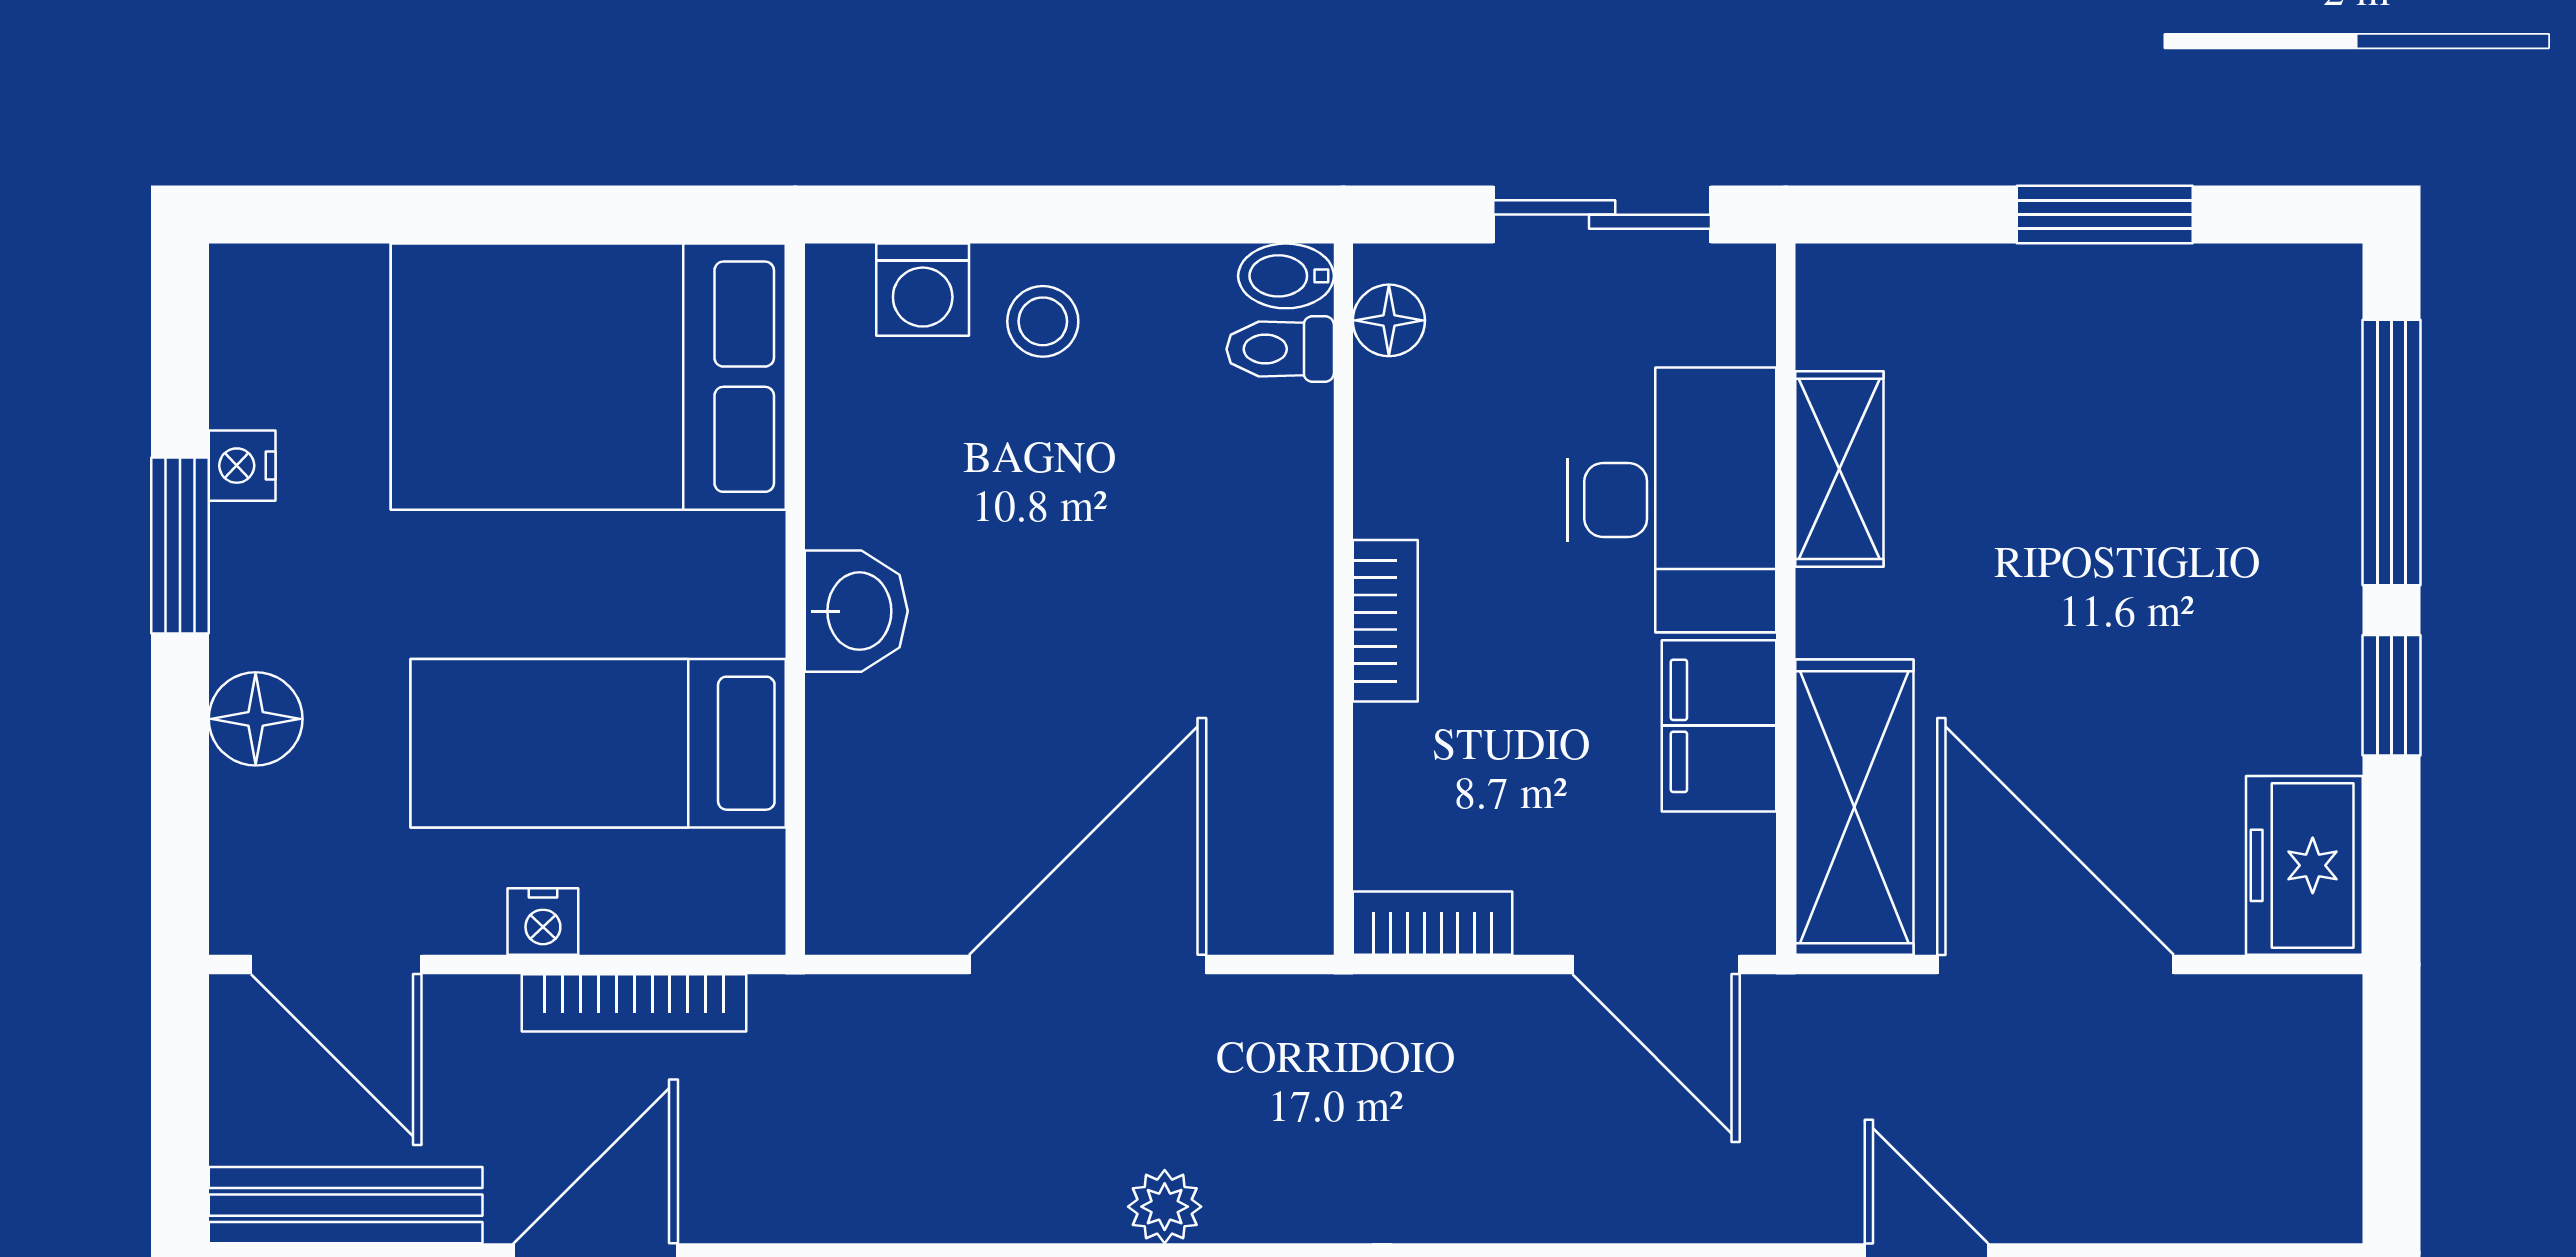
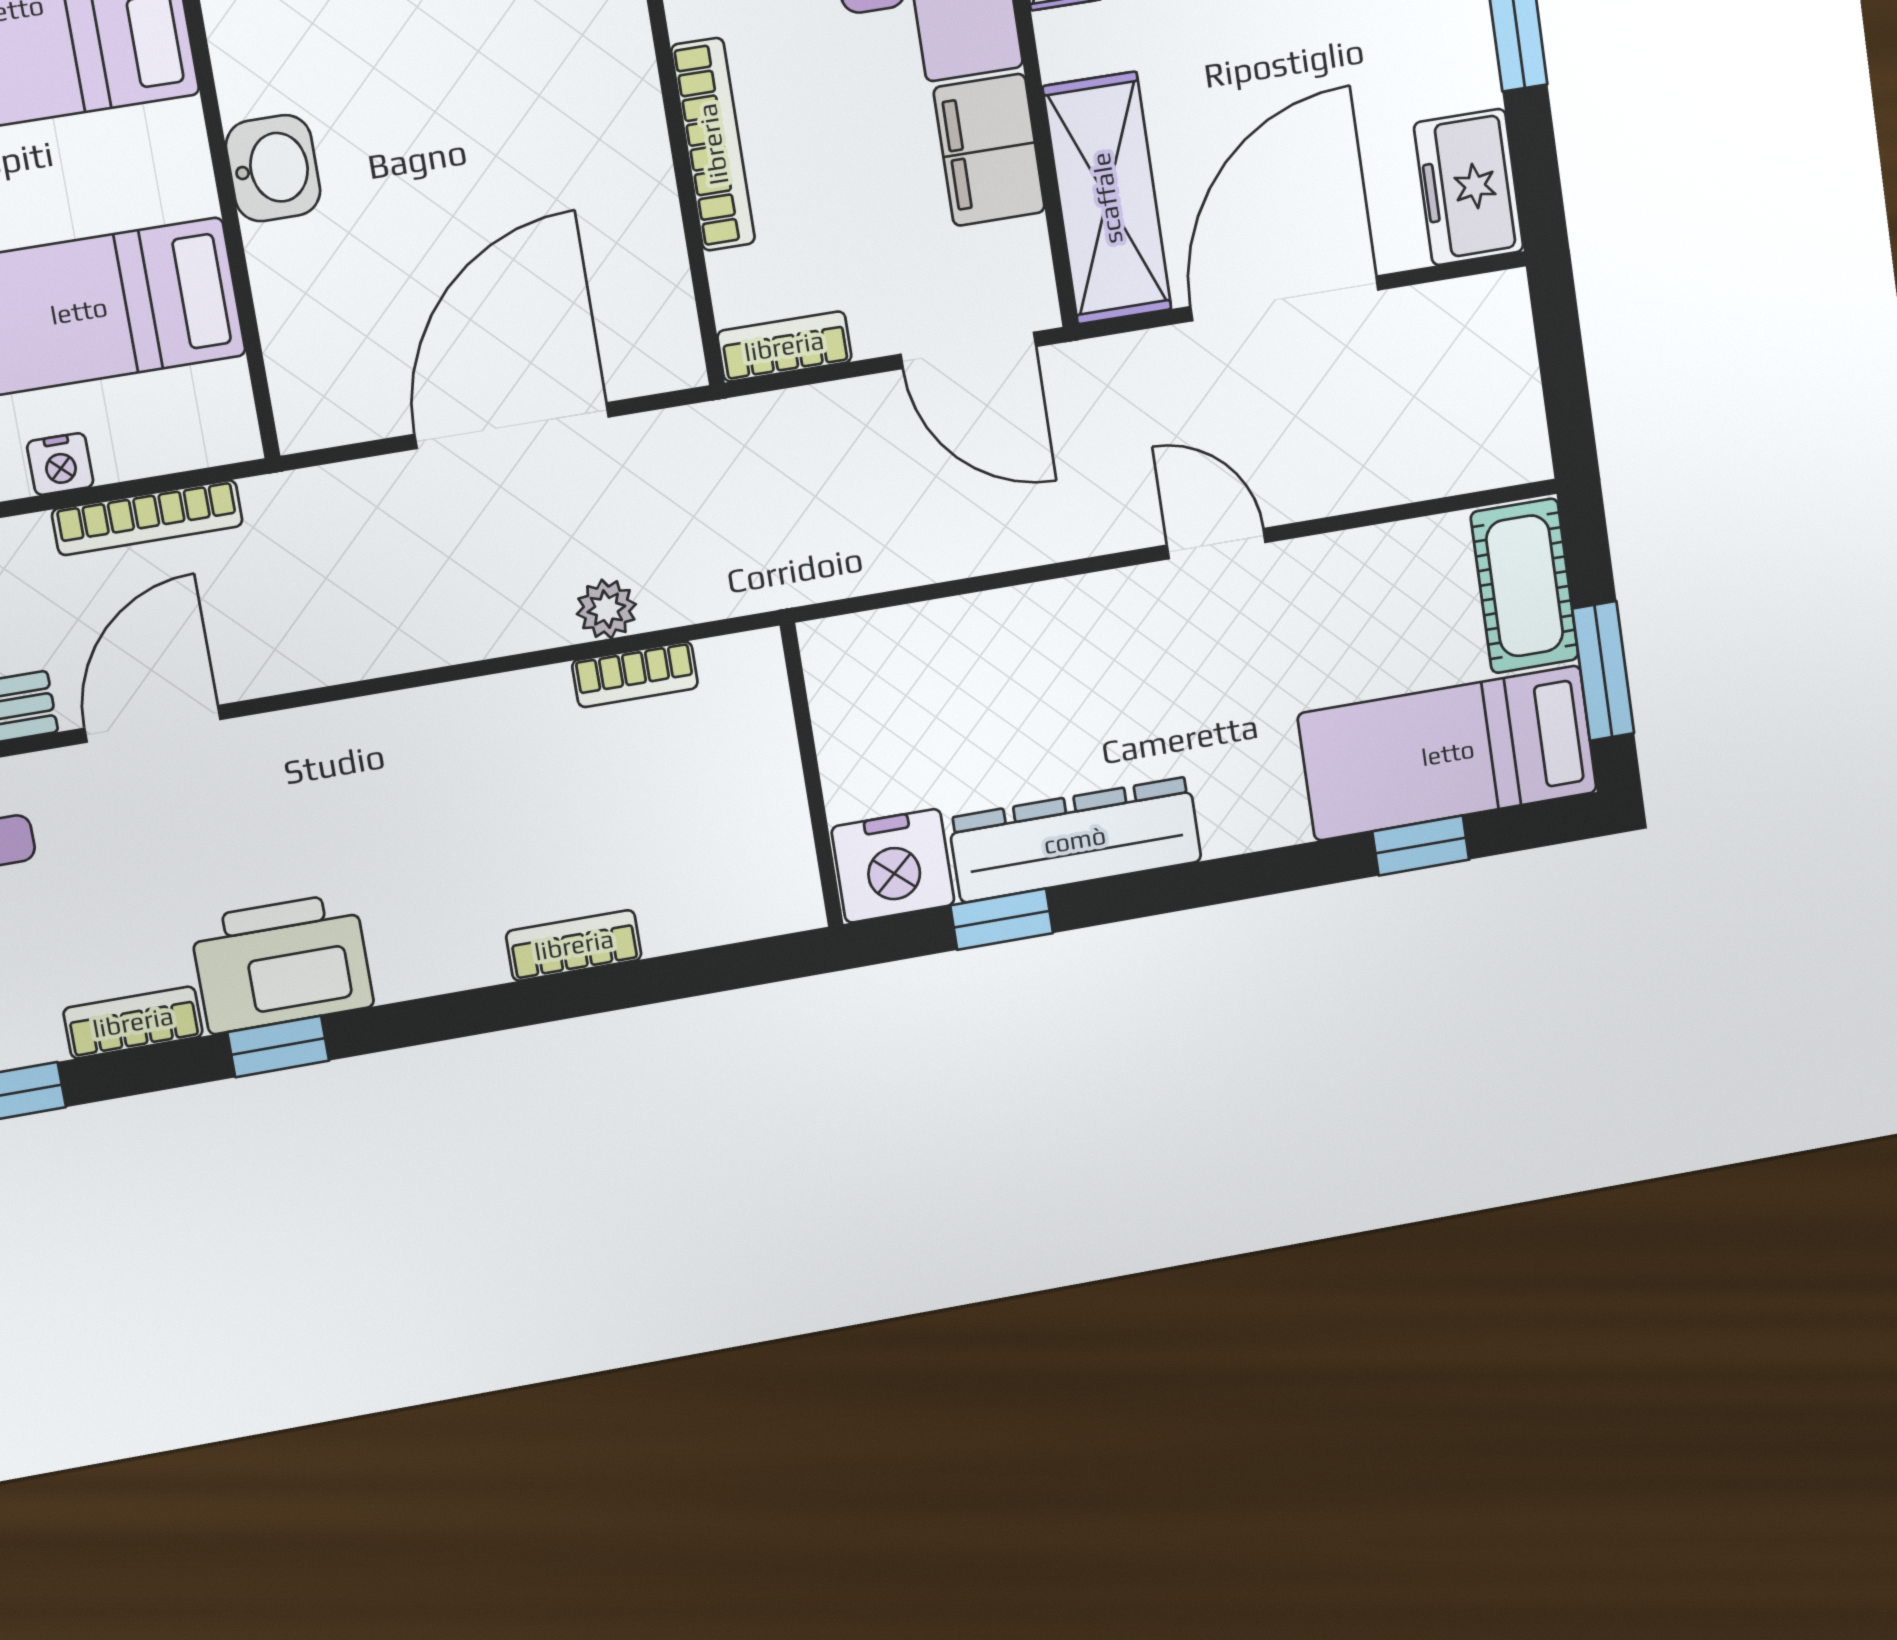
bookcase: (1385, 621) -> (713, 144), width x1.56
door: (2055, 965) -> (1284, 298), hinge flipped

